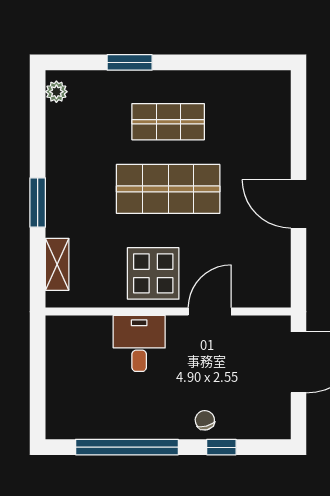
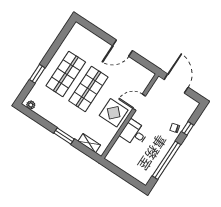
shop shelf: (168, 122) -> (66, 74), width x1.43, depth x1.36
door: (210, 312) -> (139, 102), hinge flipped

